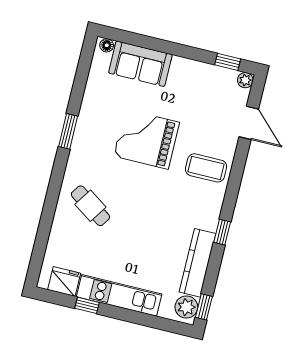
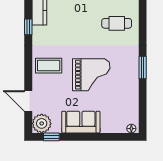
sofa: (140, 64) -> (81, 122), moved
plant: (245, 80) -> (42, 123), width x1.88, depth x1.88
cafe table: (90, 206) -> (117, 23), turned -34

